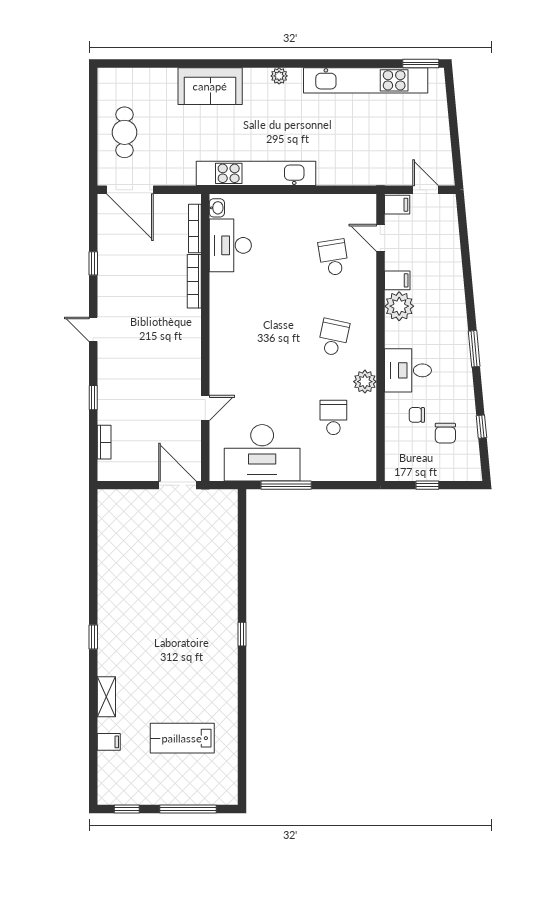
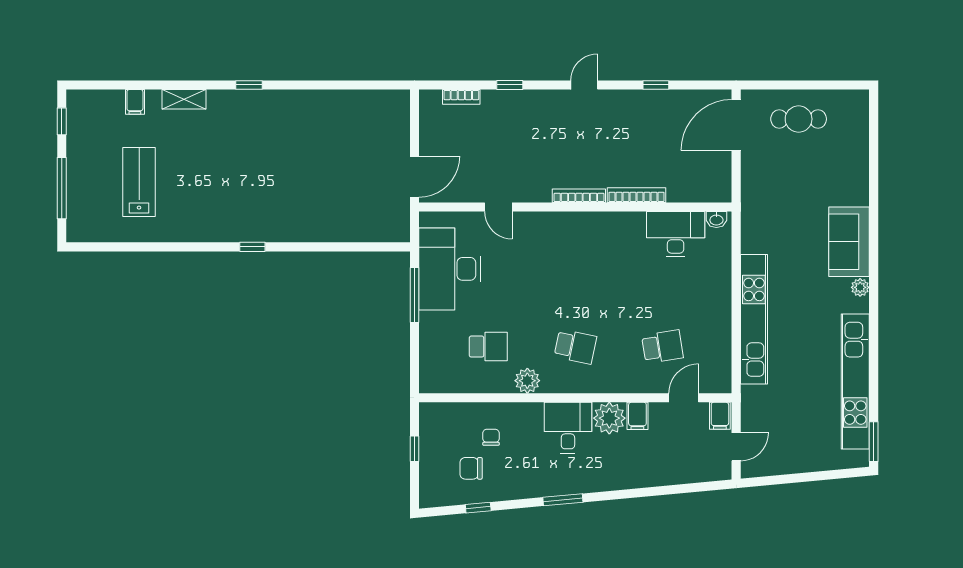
sofa: (210, 86) -> (849, 242), moved
kitchen unit: (256, 173) -> (754, 319), moved
bookcase: (195, 228) -> (579, 196), moved
desk: (408, 370) -> (568, 428), moved

